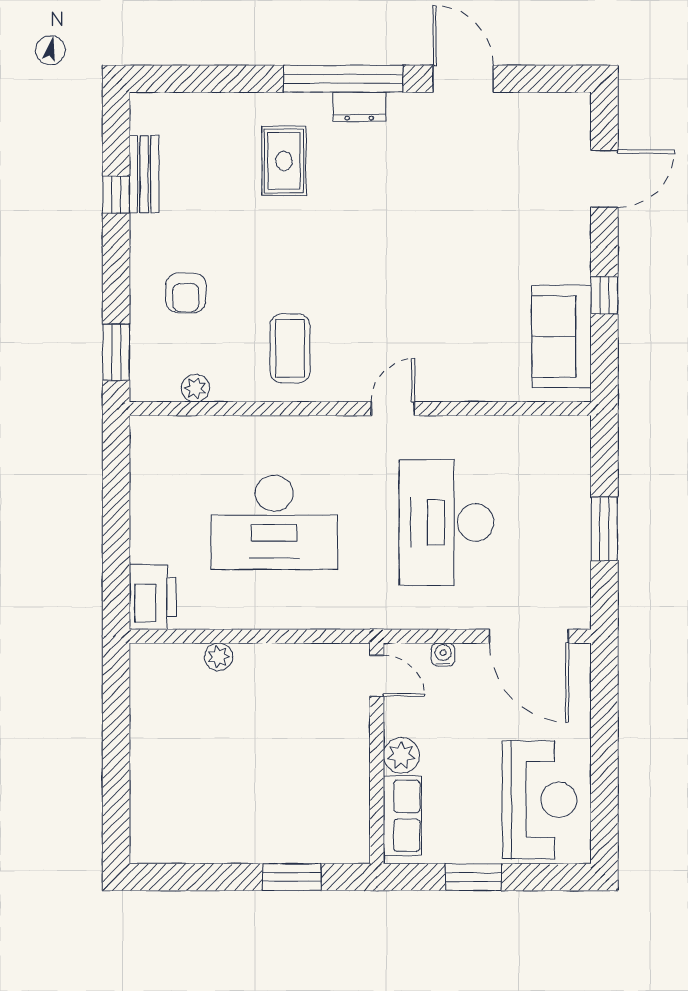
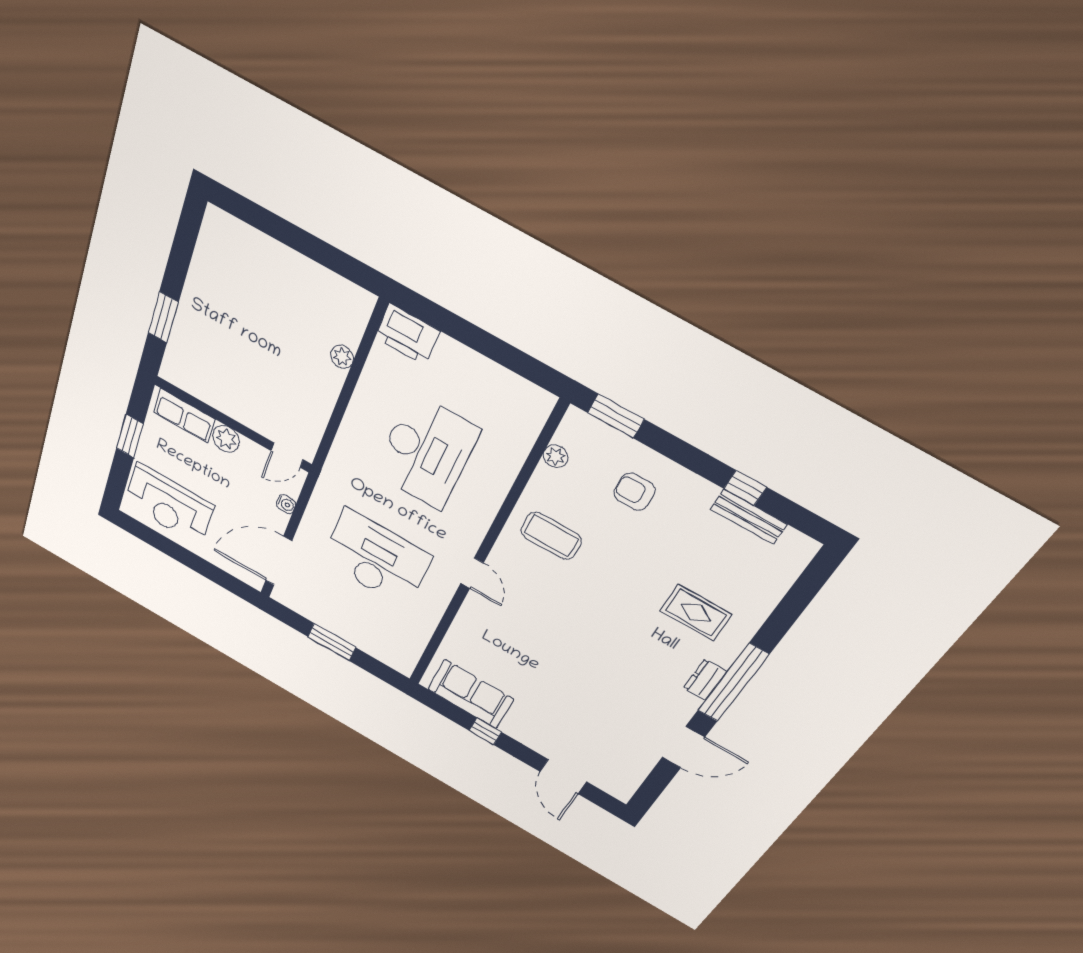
desk: (274, 522) -> (426, 452), turned 180

